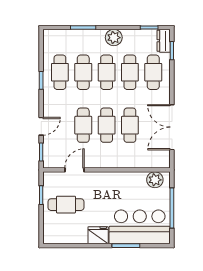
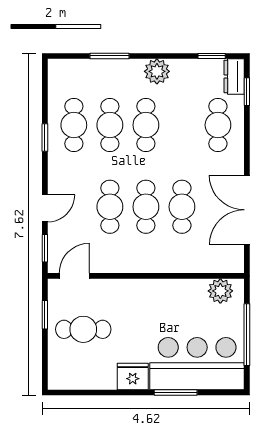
cafe table: (130, 72) -> (182, 125), removed
door: (75, 170) -> (74, 276), moved

